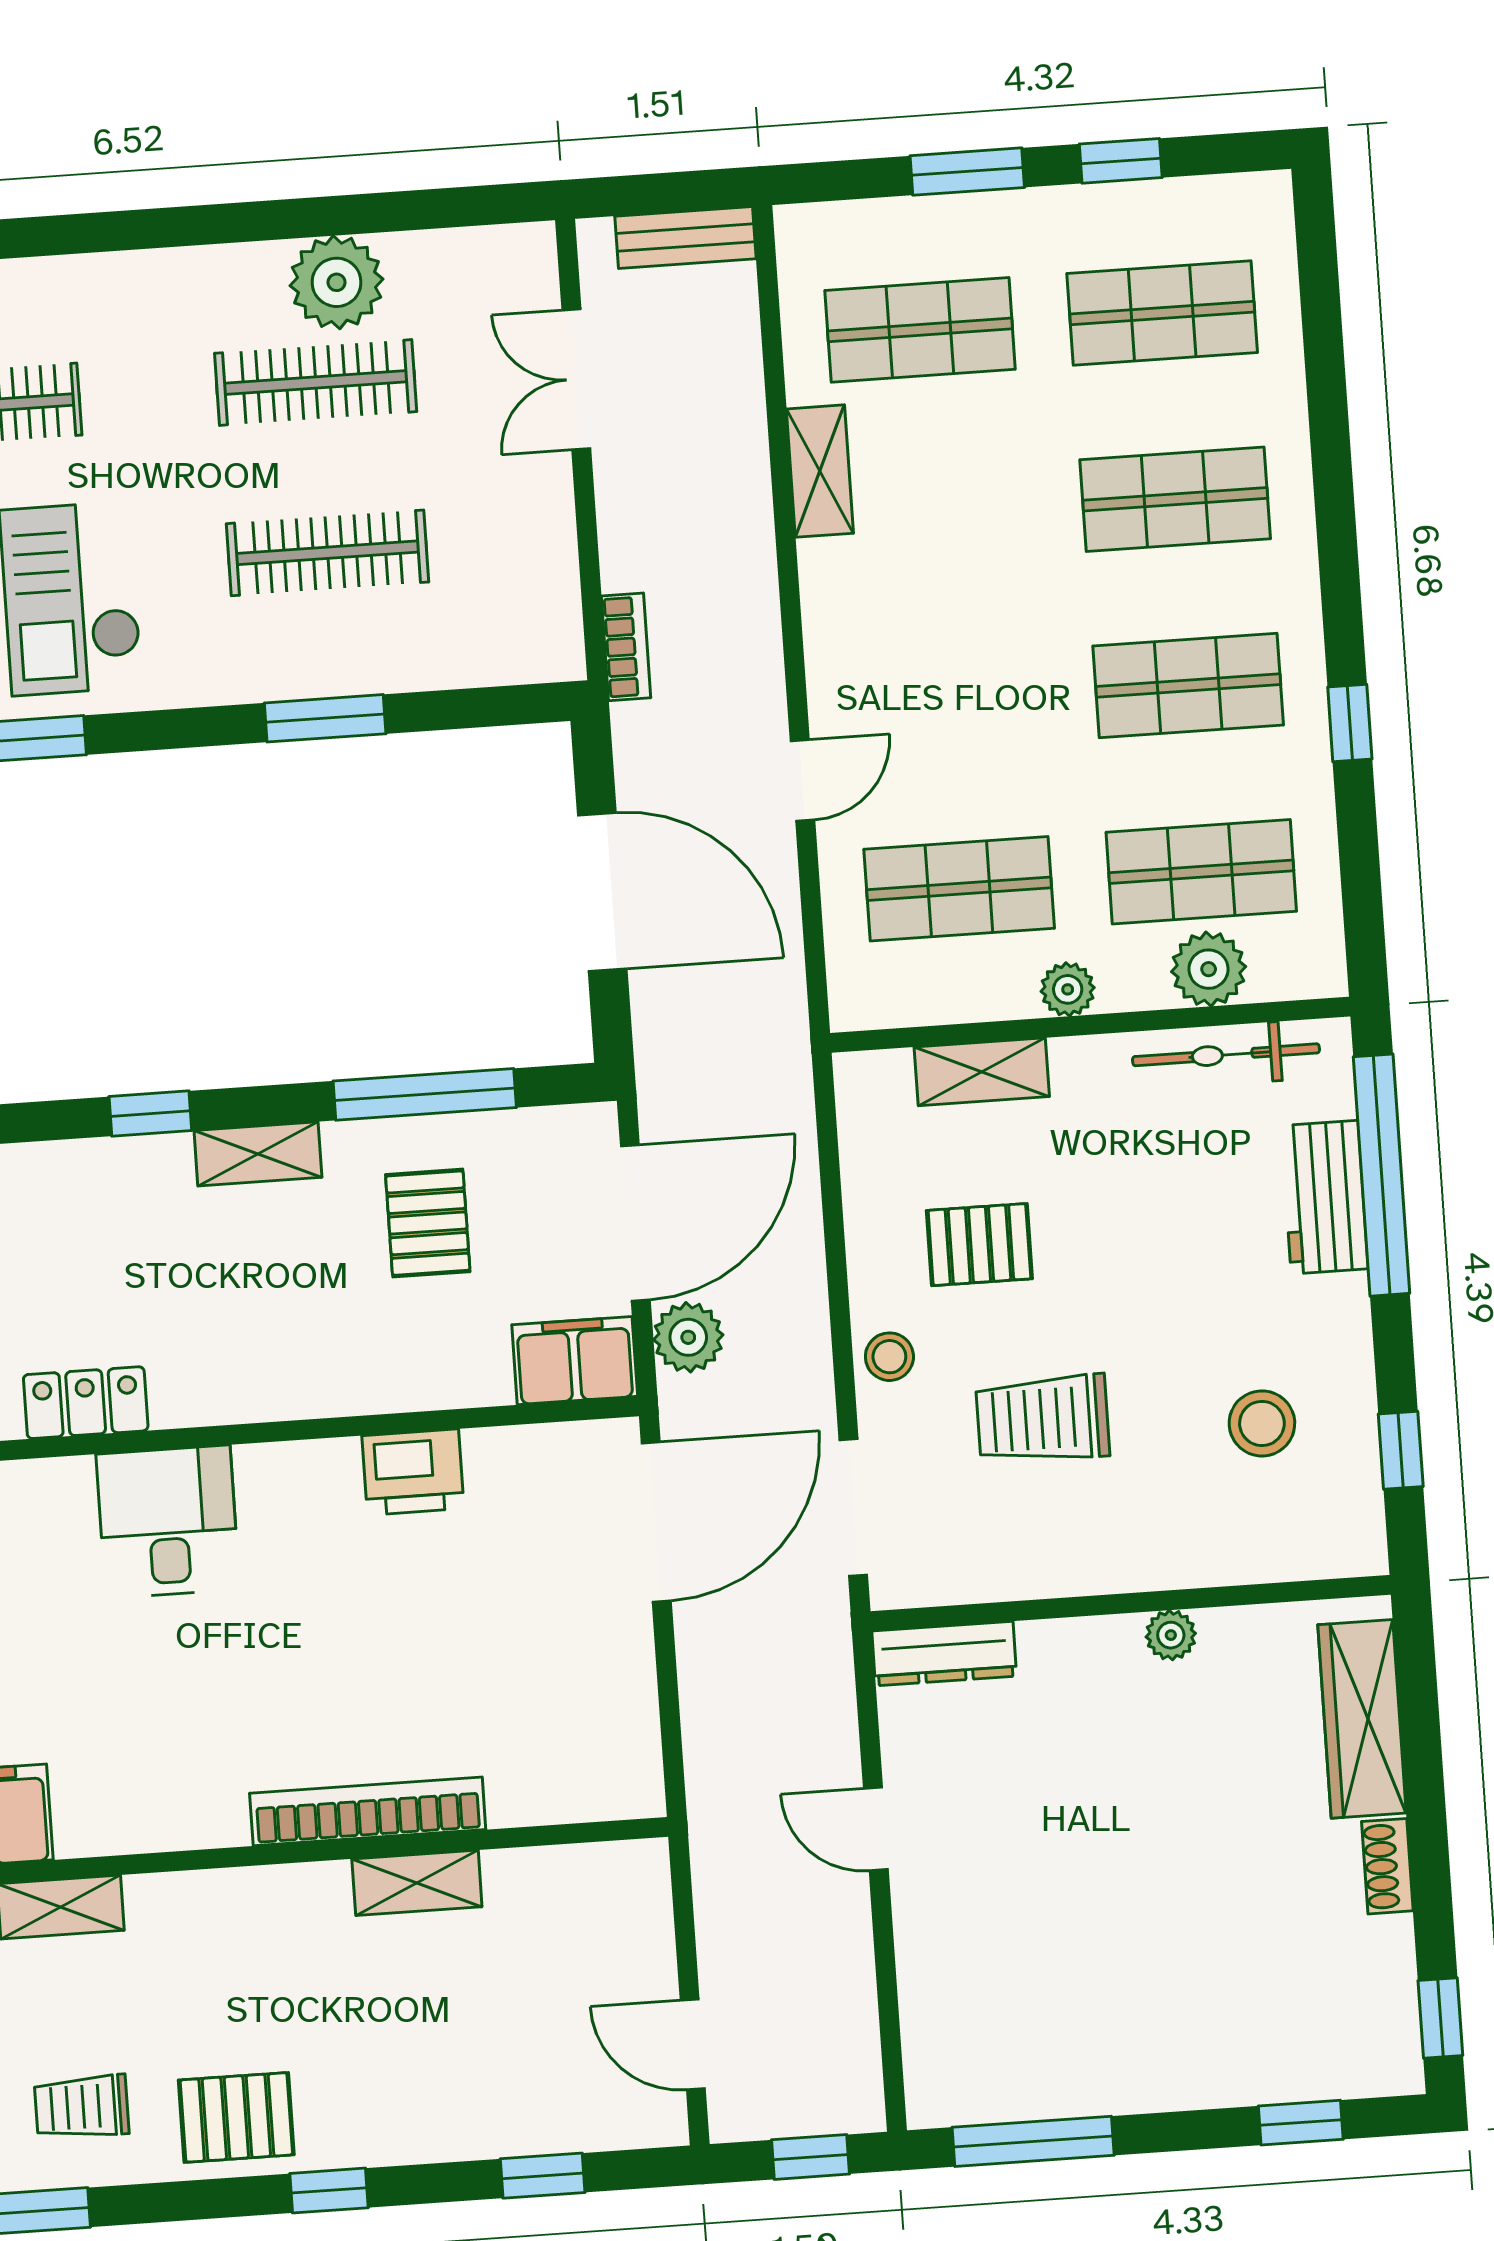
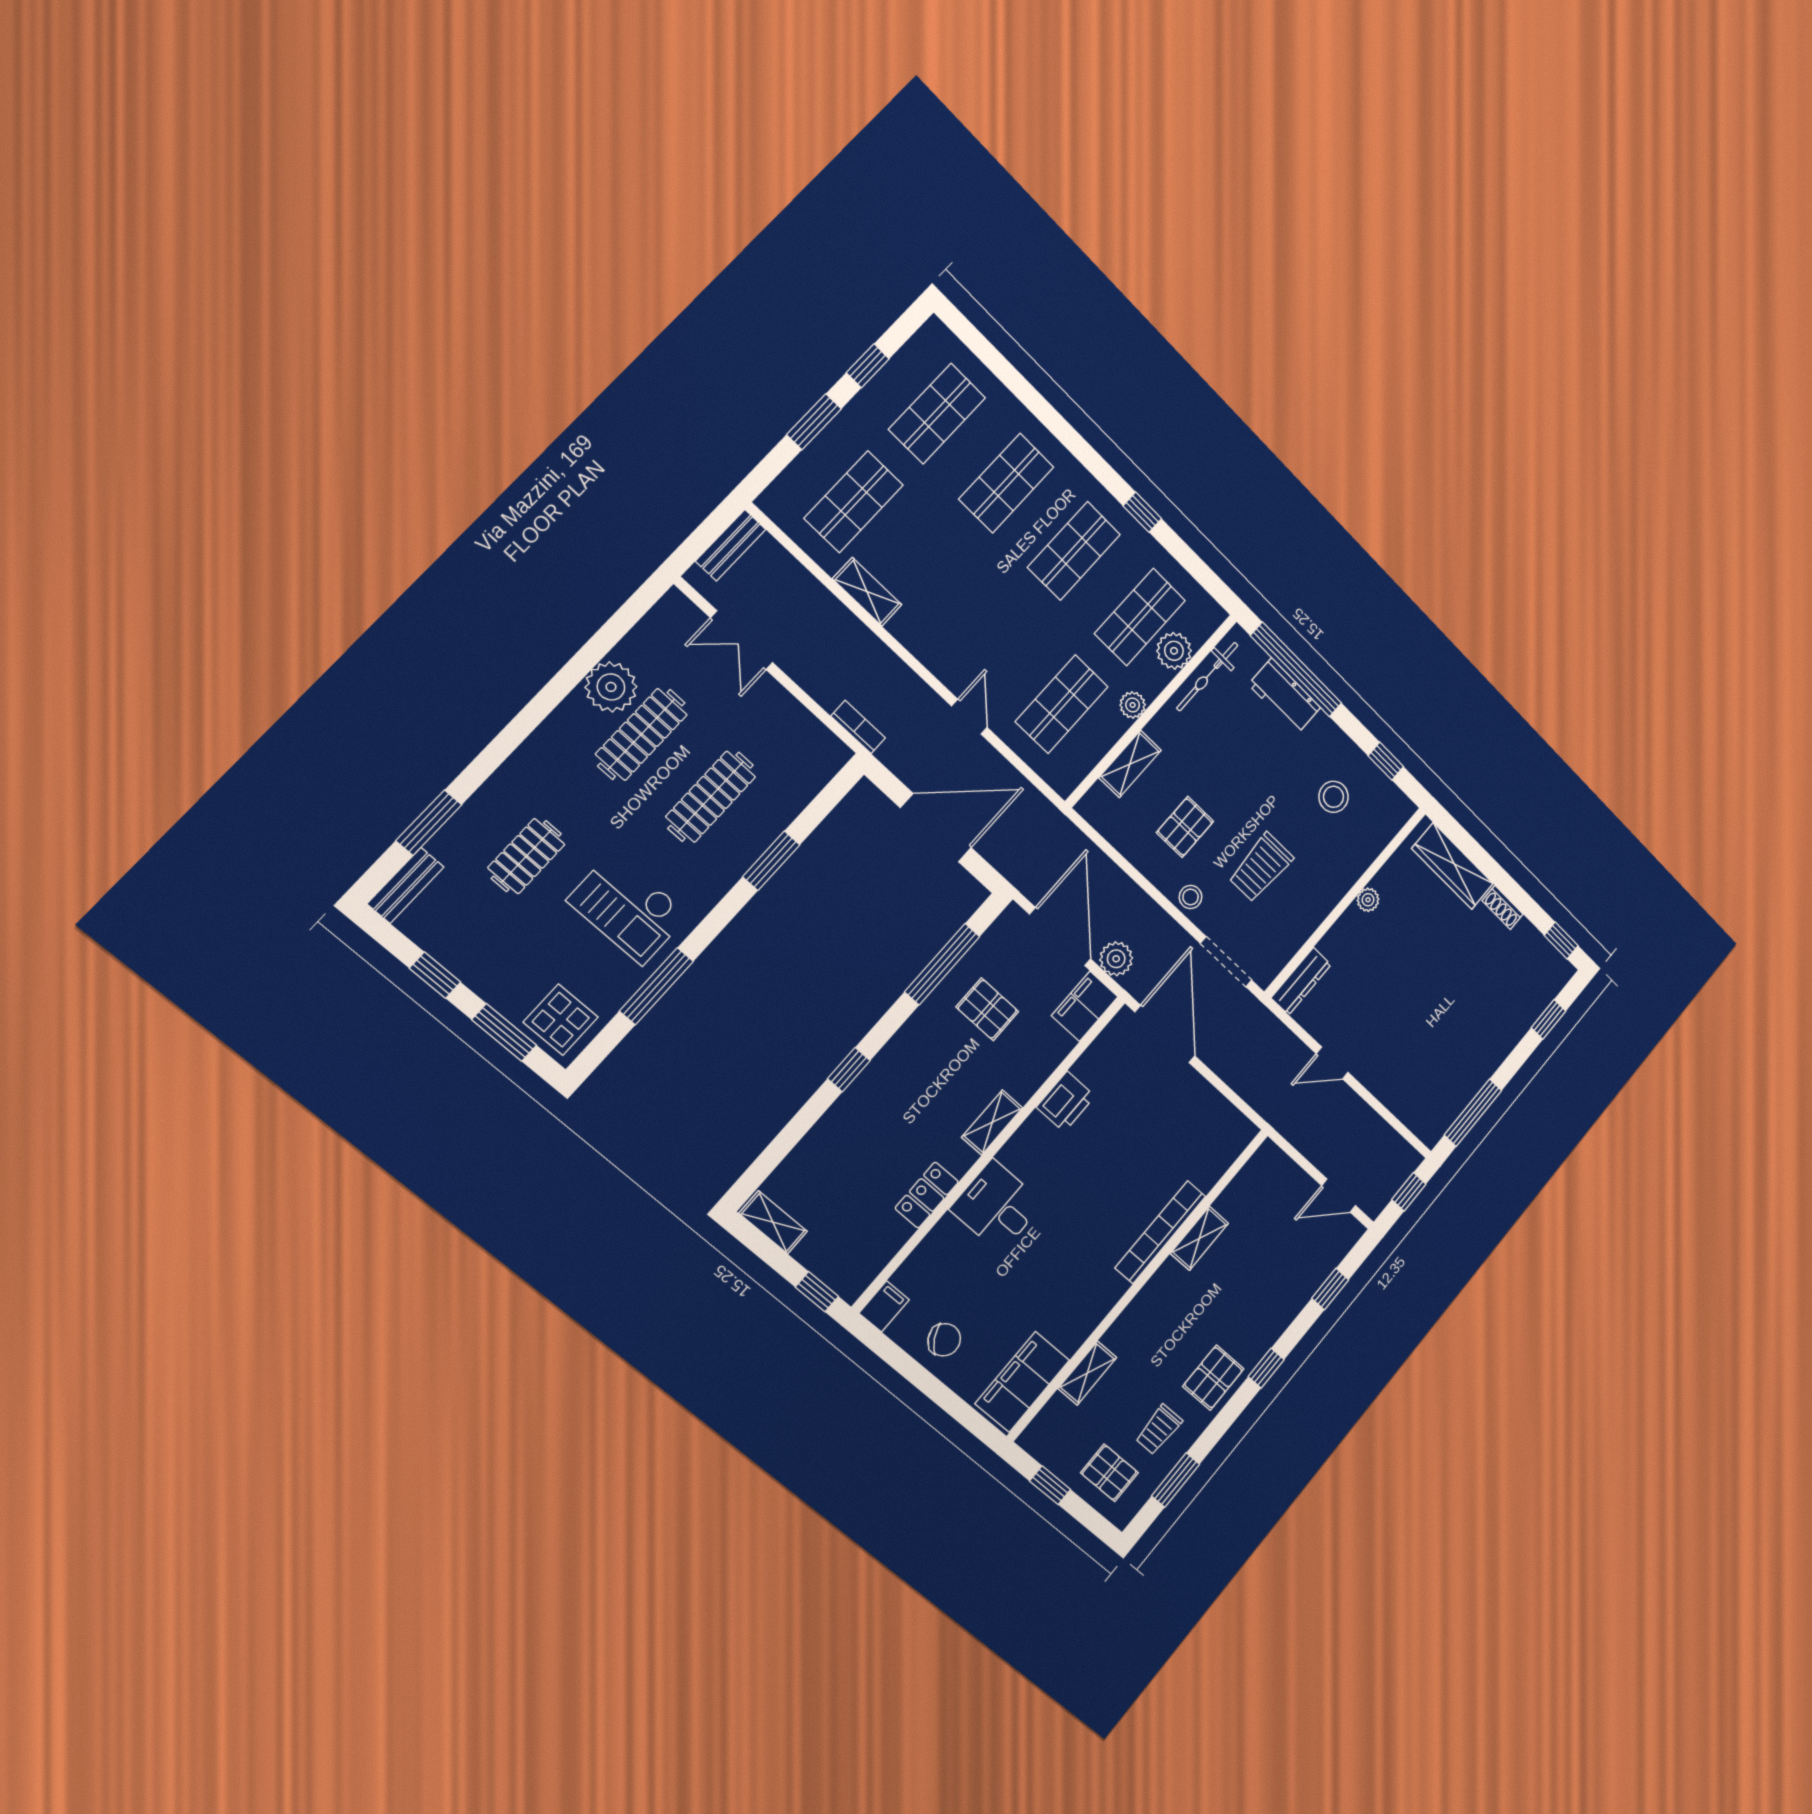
shelving: (258, 1154) -> (992, 1122), moved

